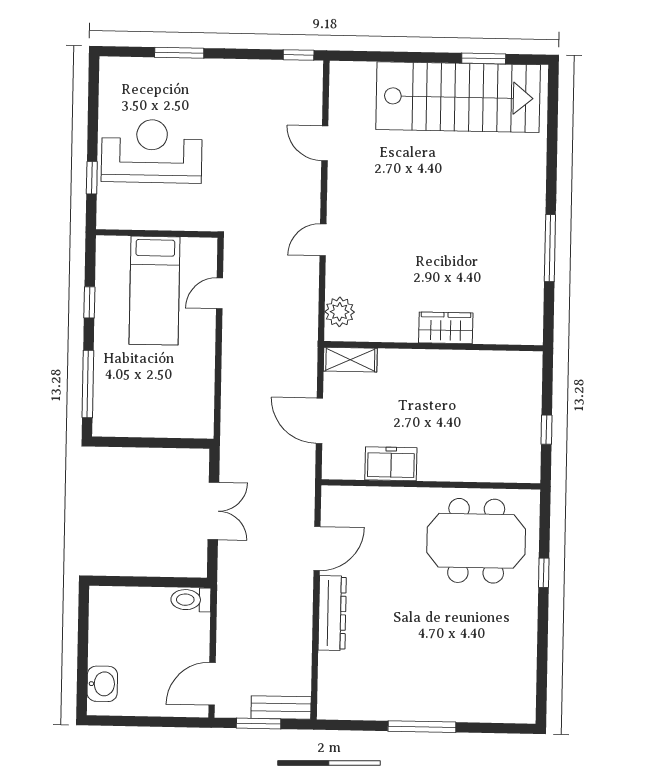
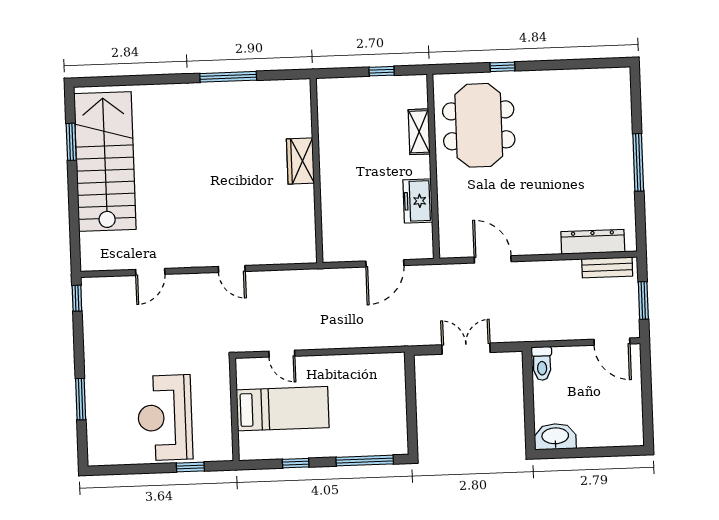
plant: (340, 312) -> (292, 251), removed
shelving: (350, 360) -> (419, 132), moved
dresser: (332, 613) -> (593, 242), moved
washbasin: (102, 684) -> (555, 437), moved, width x1.38
bench: (281, 707) -> (607, 267), moved, turned 90

